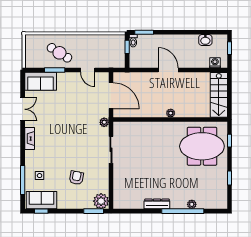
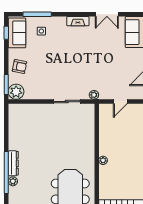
door: (111, 96) -> (120, 102), width x0.53
armchair: (76, 178) -> (20, 66), moved
dresser: (157, 204) -> (13, 163), moved

